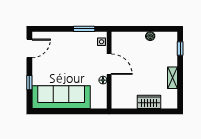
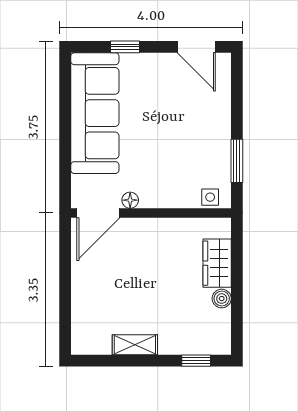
door: (109, 64) -> (98, 213), moved
wardrobe: (149, 102) -> (217, 263), moved, turned 180

